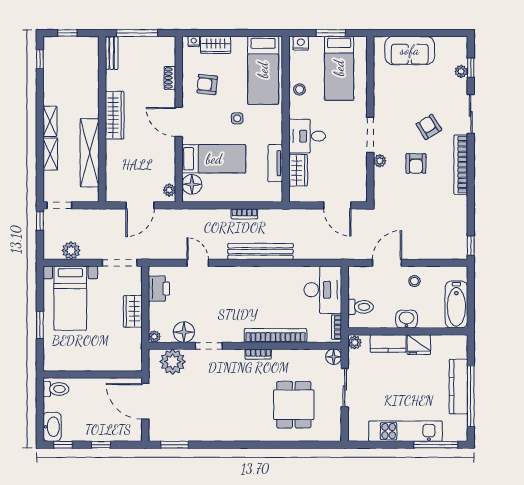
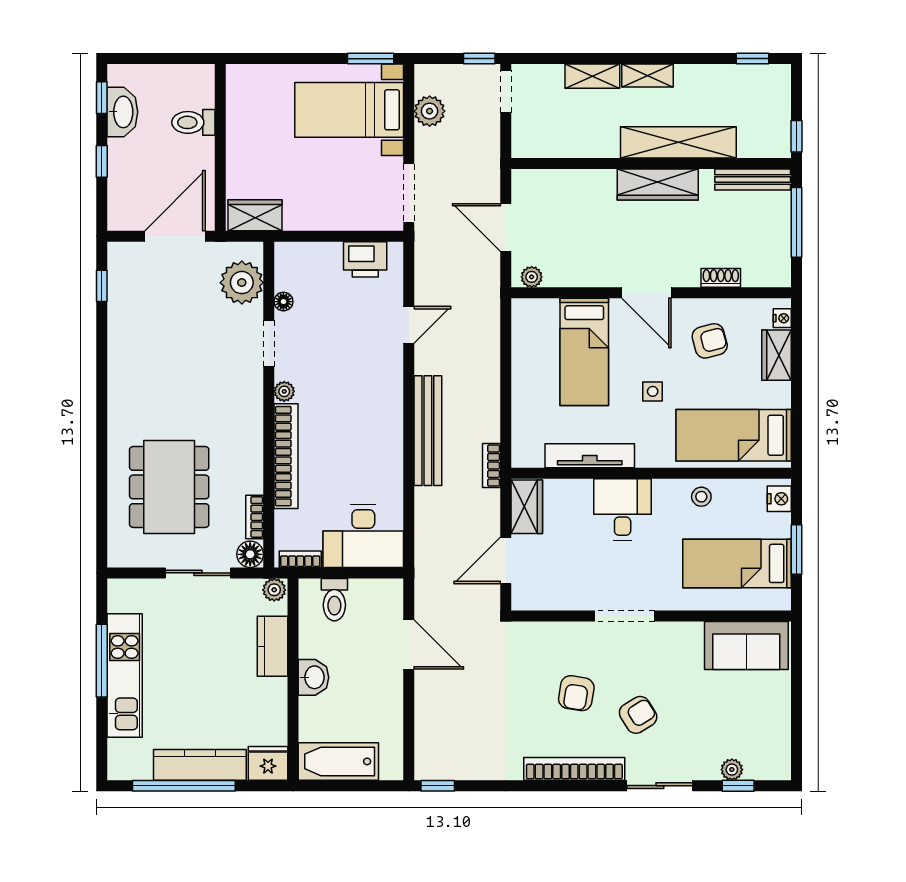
window: (67, 33) -> (797, 136), moved
sofa: (410, 50) -> (746, 646), moved, turned -90
bench: (112, 53) -> (753, 180), width x1.36
armchair: (207, 84) -> (710, 341), turned 69
door: (179, 122) -> (646, 293), swing flipped
shelving: (90, 153) -> (678, 142), moved
plant: (380, 161) -> (581, 632), removed
tv unit: (275, 163) -> (590, 456), width x1.41
armchair: (416, 164) -> (576, 693), turned -81
wardrobe: (298, 170) -> (527, 507), moved, turned -90
floor lamp: (192, 184) -> (541, 315), removed
bookcase: (244, 214) -> (491, 466), moved
stool: (414, 281) -> (378, 691), removed
wardrobe: (133, 311) -> (255, 215), moved
window: (40, 325) -> (371, 59), moved
floor lamp: (184, 332) -> (283, 302), width x0.53, depth x0.53
plant: (154, 337) -> (284, 391), moved
fridge: (419, 345) -> (268, 763), moved, turned 90
bookcase: (258, 354) -> (255, 517), moved
toilet: (56, 389) -> (193, 122), moved, turned 90
dining table: (294, 405) -> (169, 487), width x1.38
washbasin: (52, 427) -> (122, 112), moved, turned -90
window: (175, 445) -> (102, 286), width x0.67
window: (436, 445) -> (102, 661), moved

